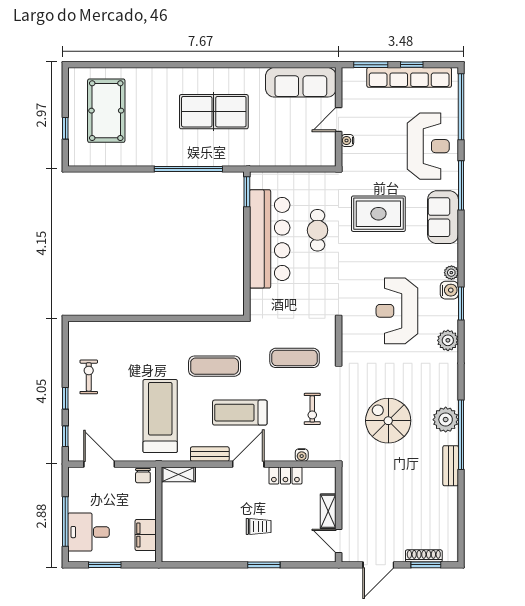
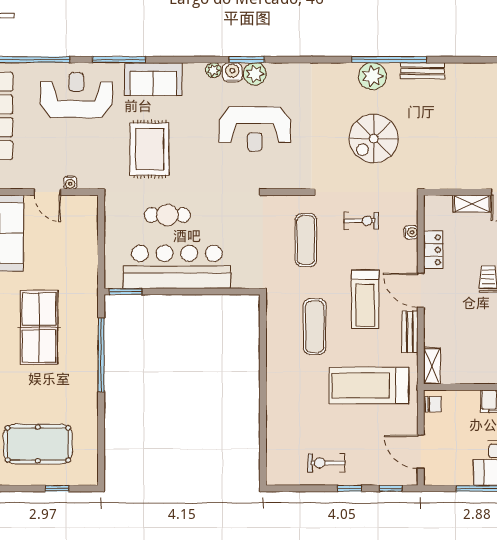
plant: (448, 340) -> (255, 74), moved
door: (99, 464) -> (421, 452), hinge flipped

